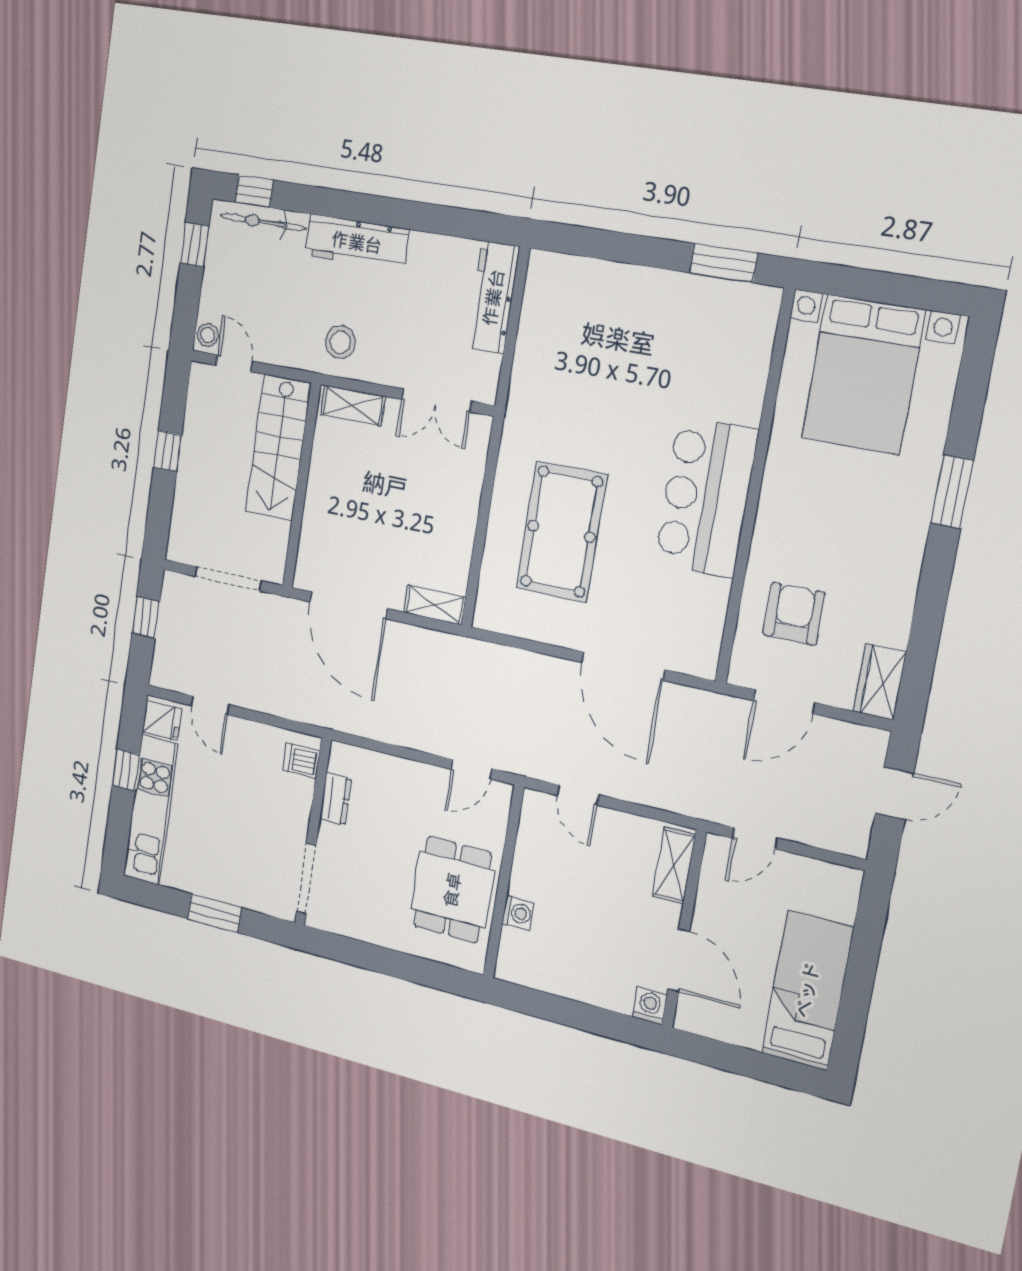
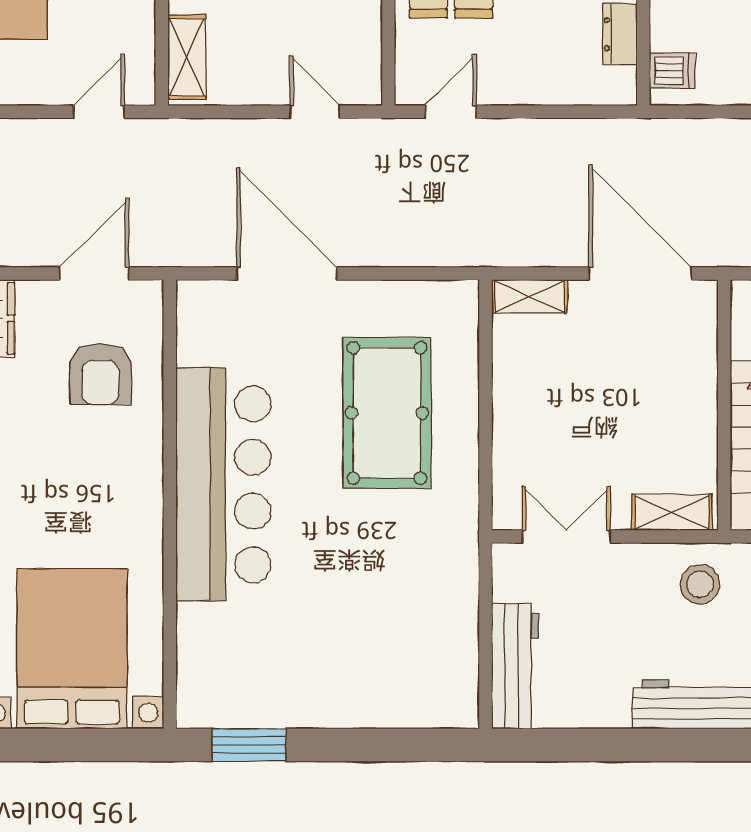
bar counter: (706, 497) -> (223, 484), width x1.36

